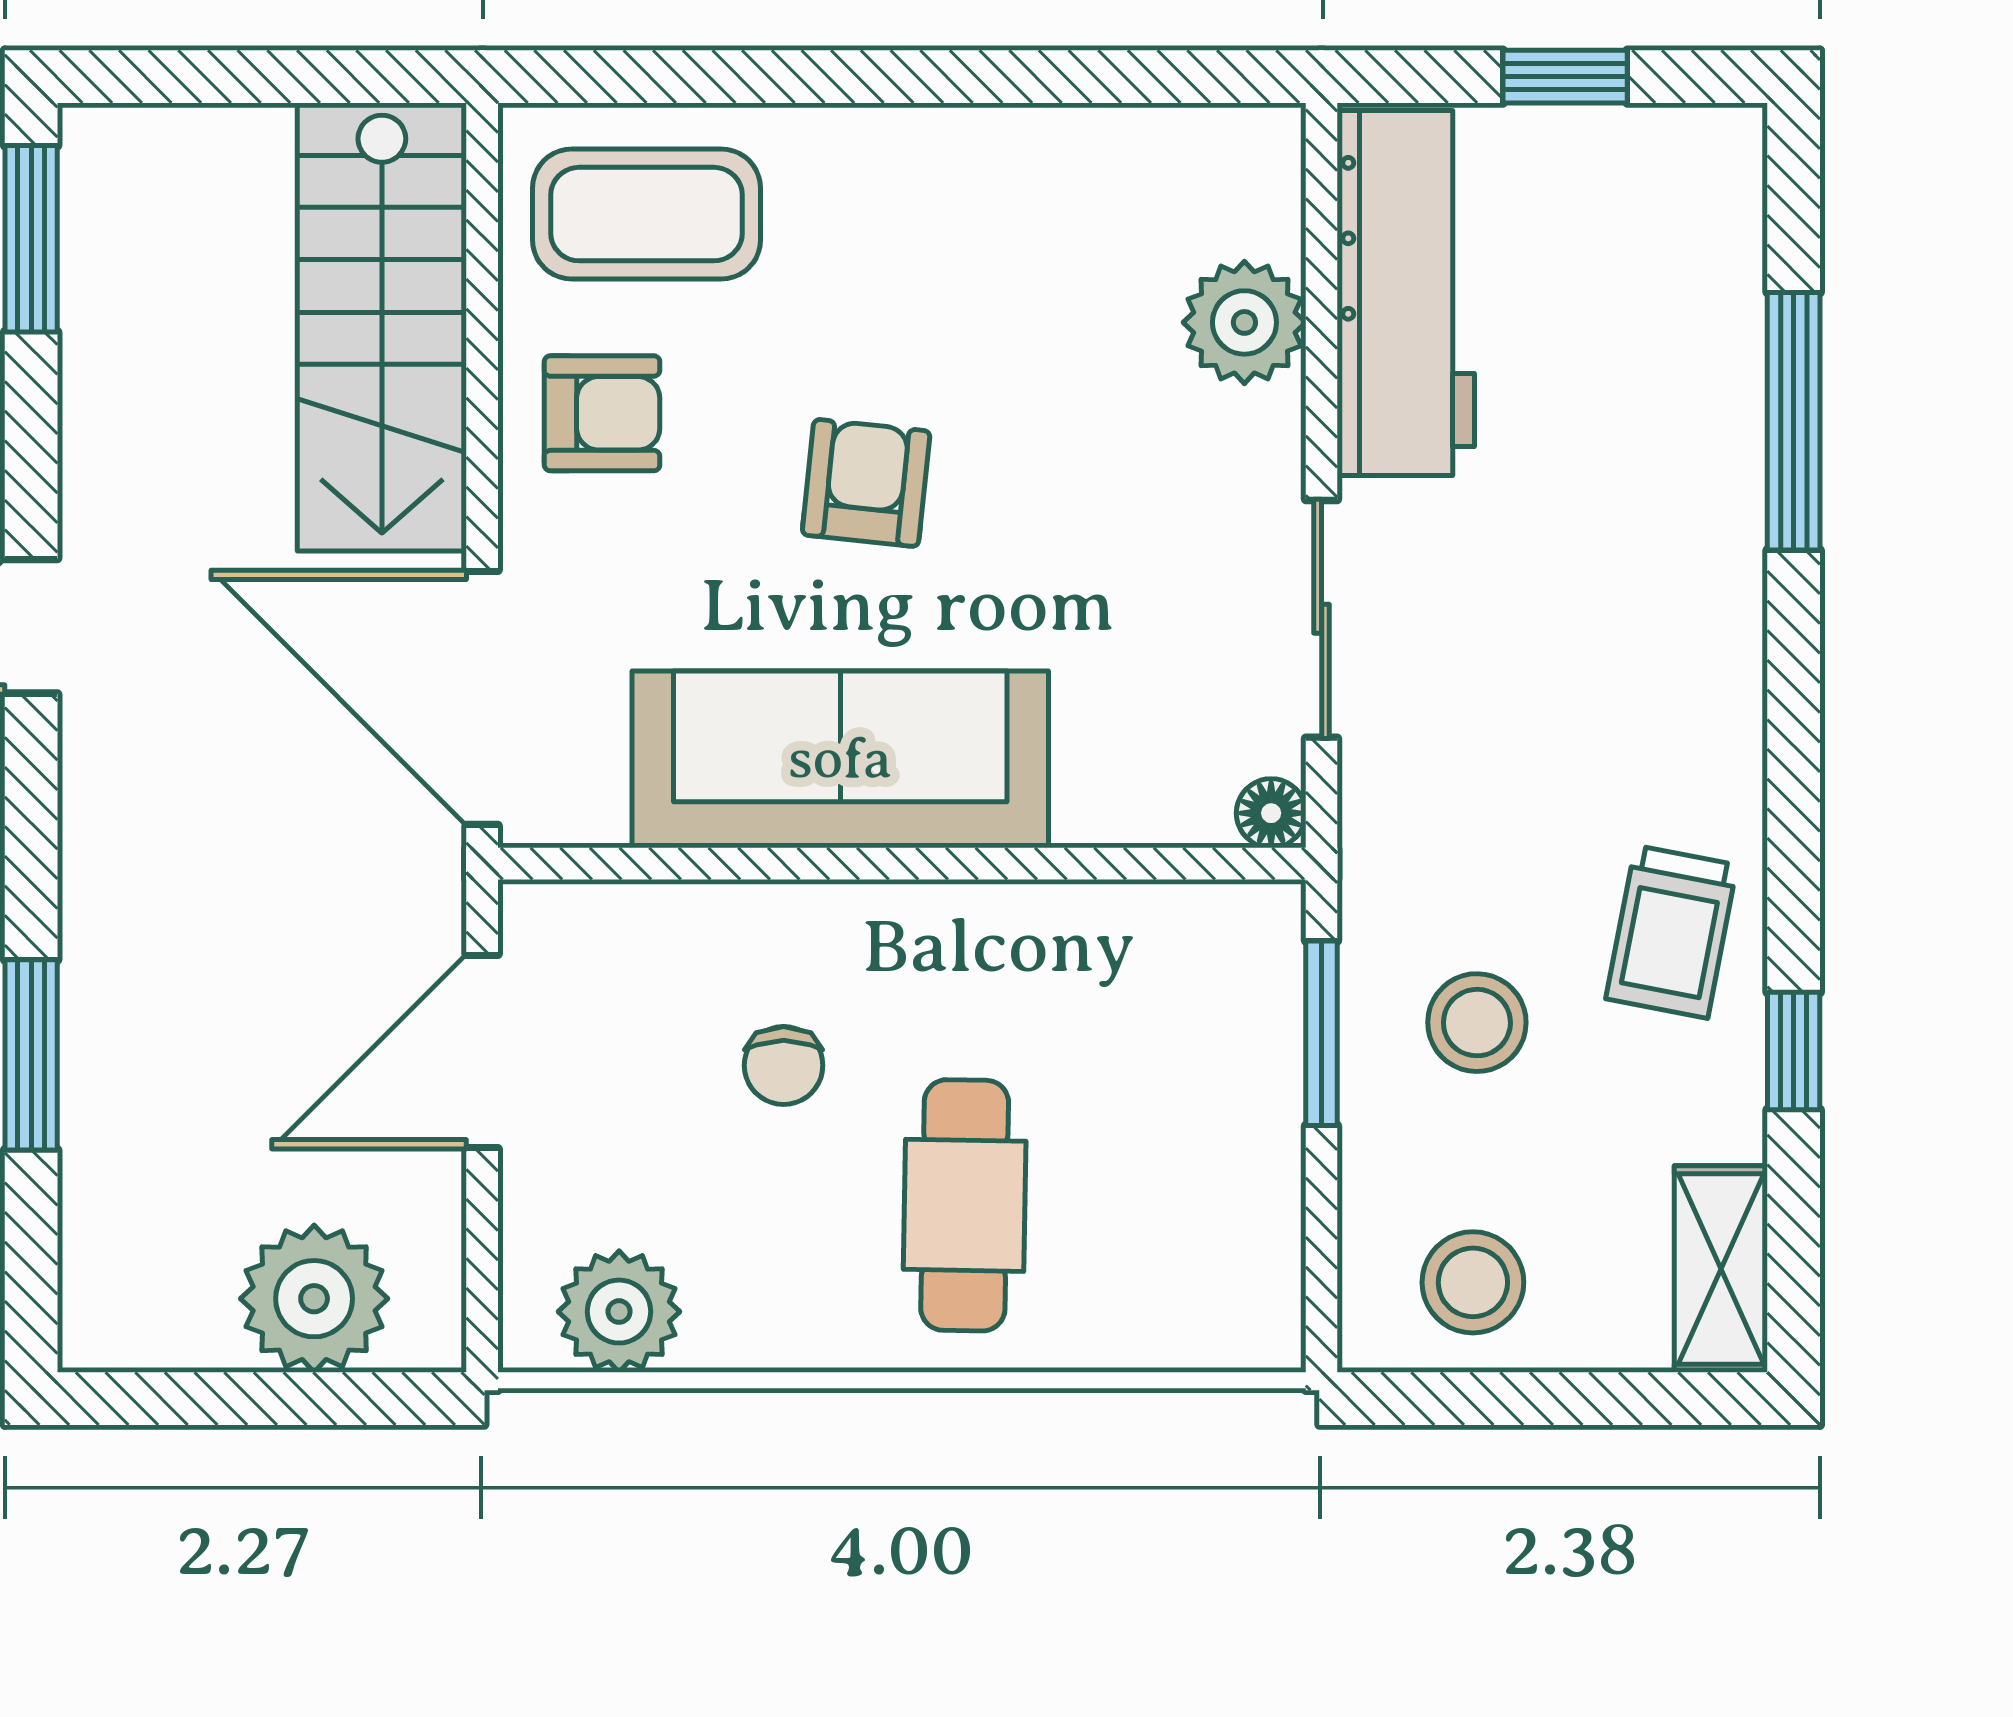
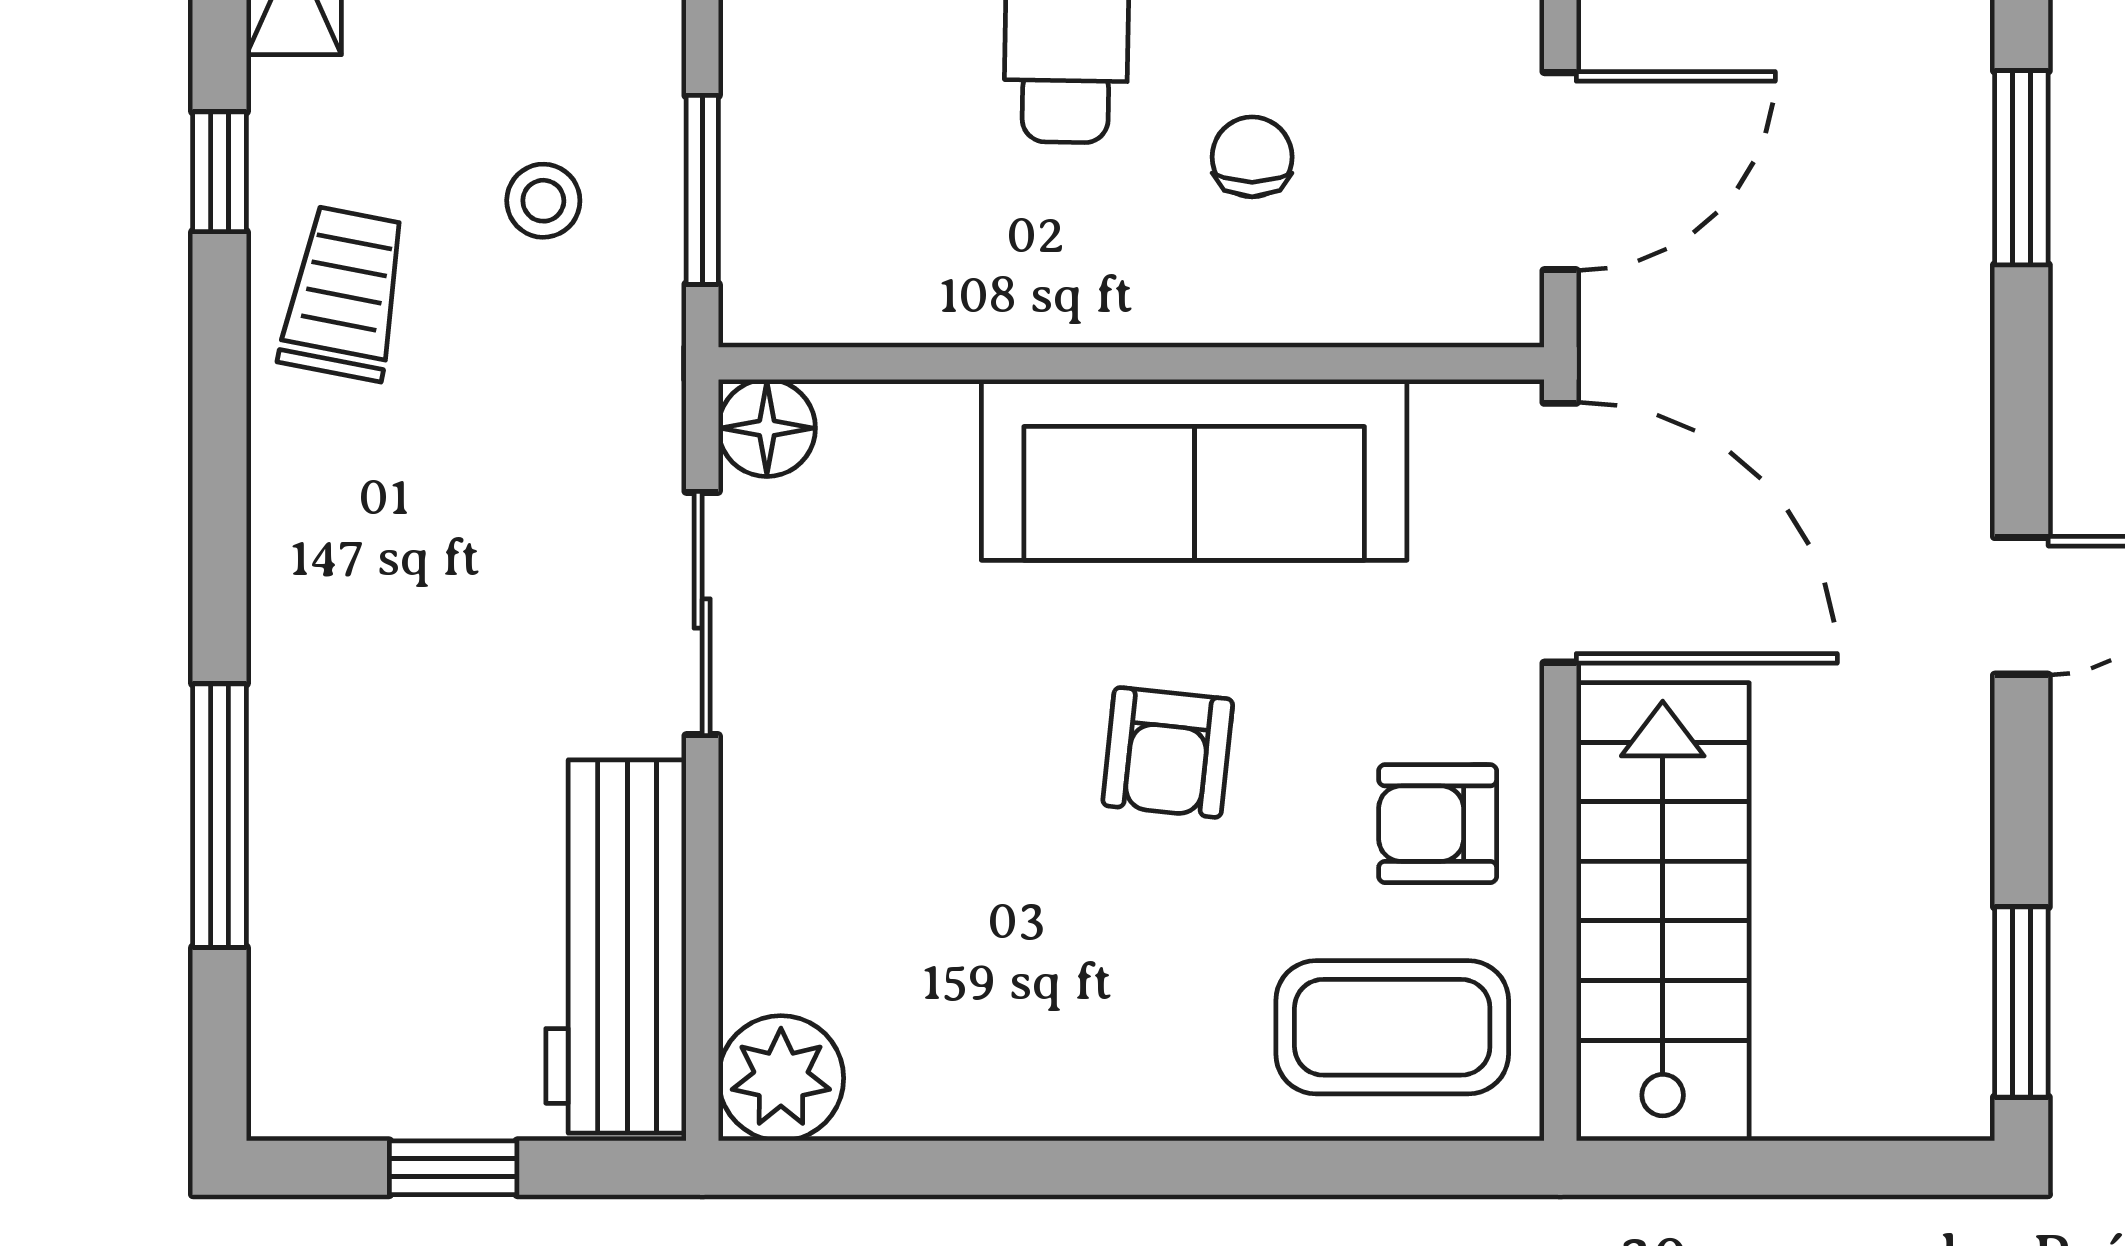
plant: (1244, 322) -> (781, 1078), moved
floor lamp: (1271, 813) -> (767, 428), width x1.37, depth x1.37
stool: (1477, 1023) -> (543, 201), width x0.73, depth x0.73

